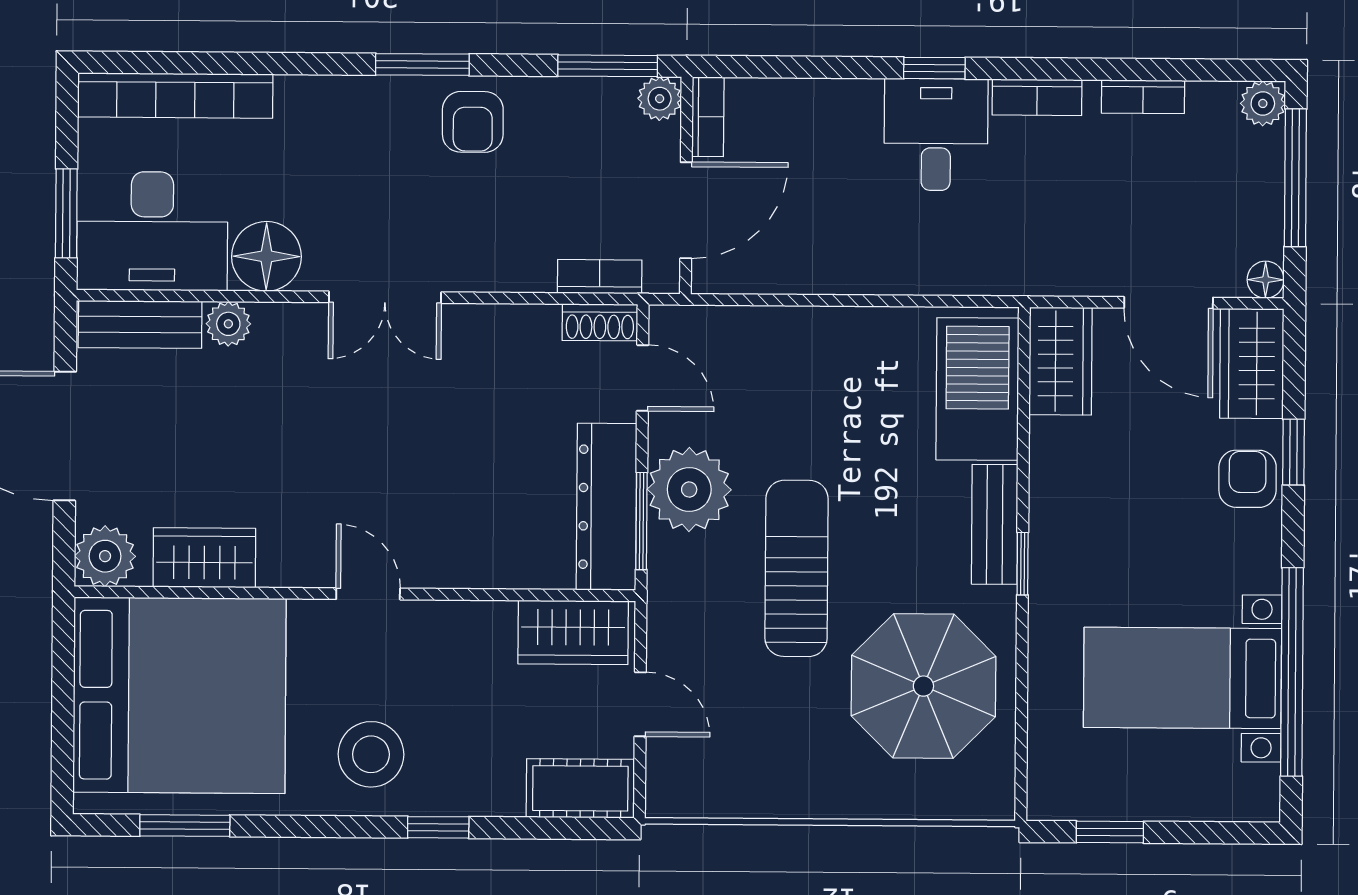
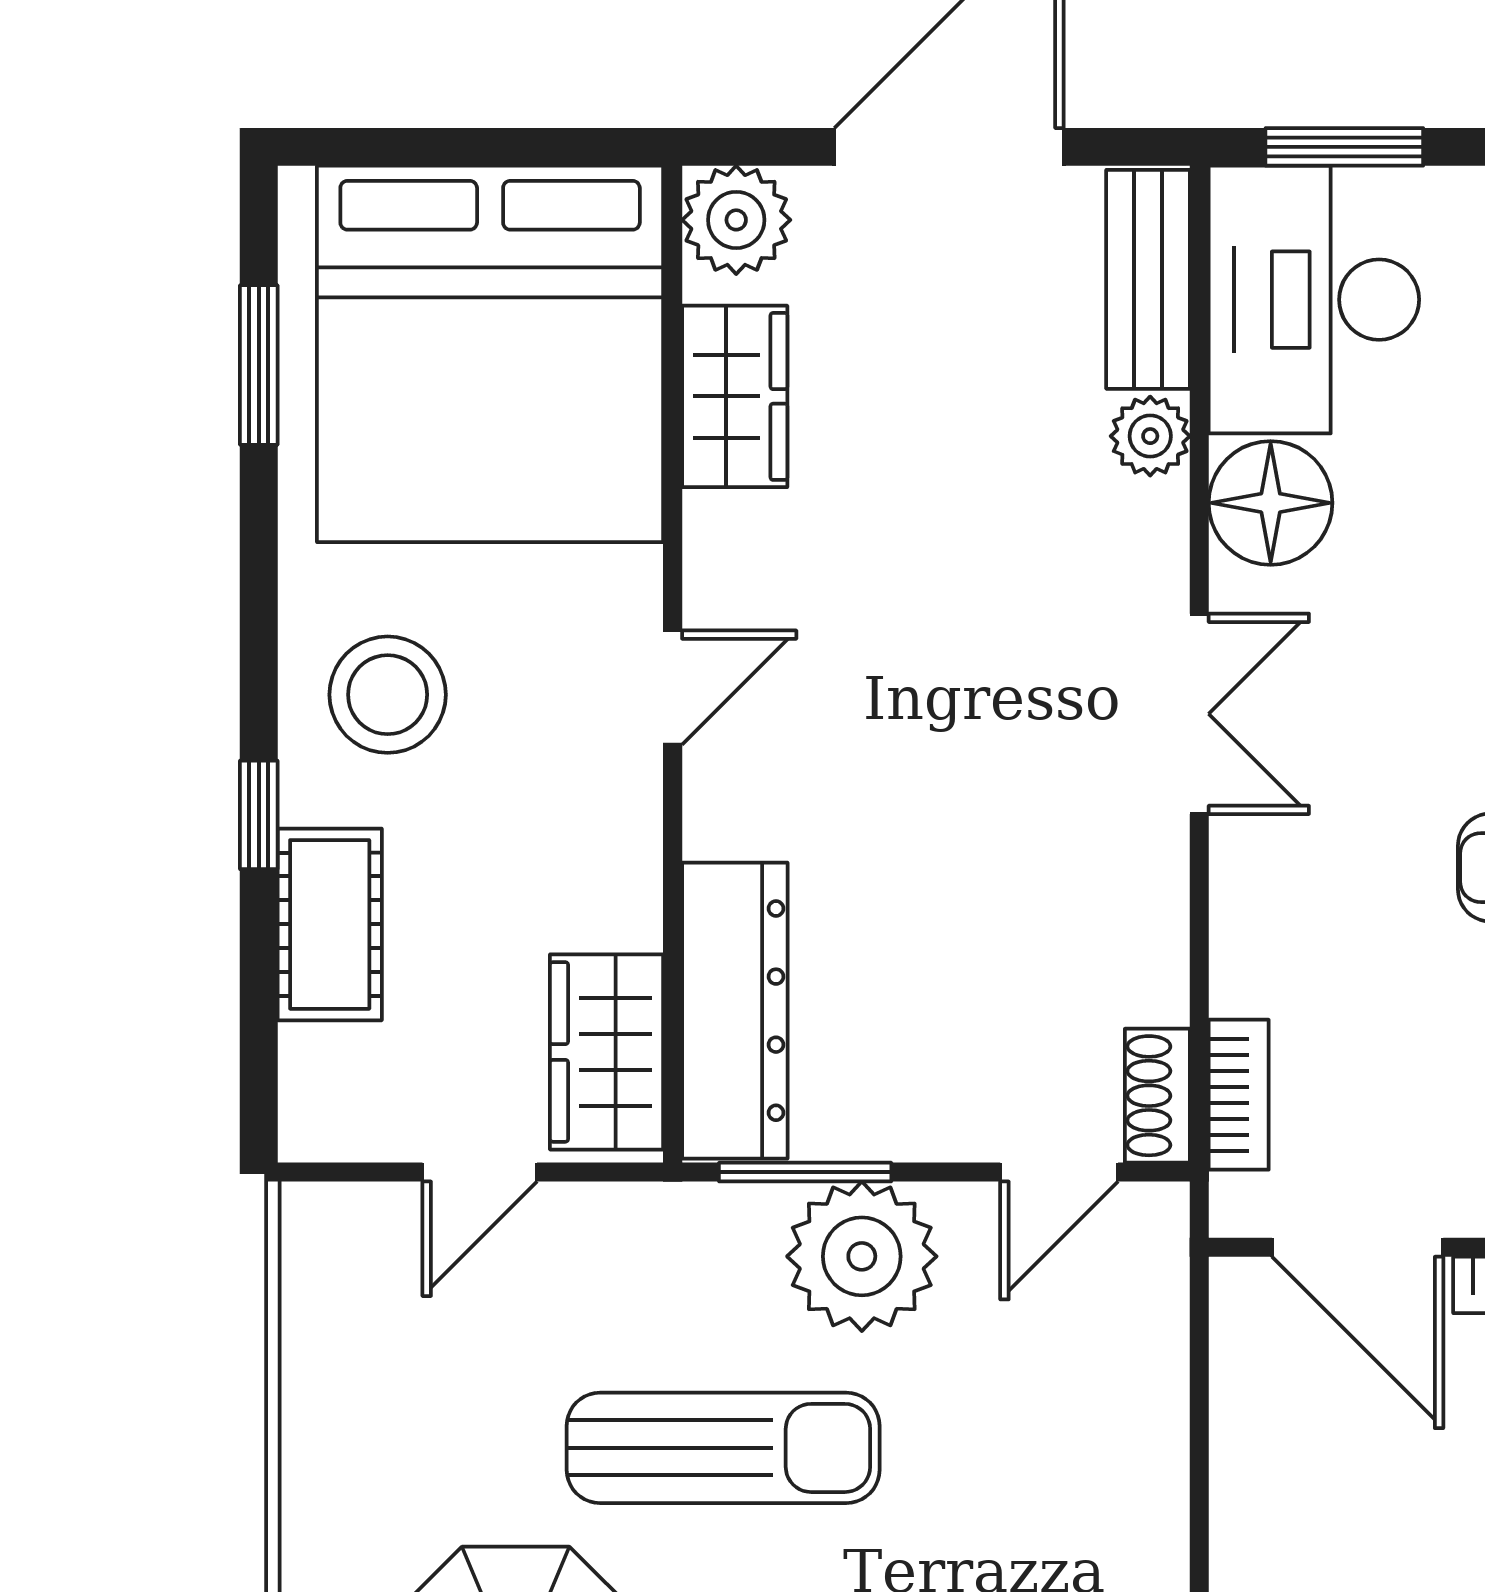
double door: (385, 297) -> (1199, 714), swing flipped
dresser: (607, 507) -> (735, 1011), moved, turned 90
cot: (580, 788) -> (330, 924), moved

